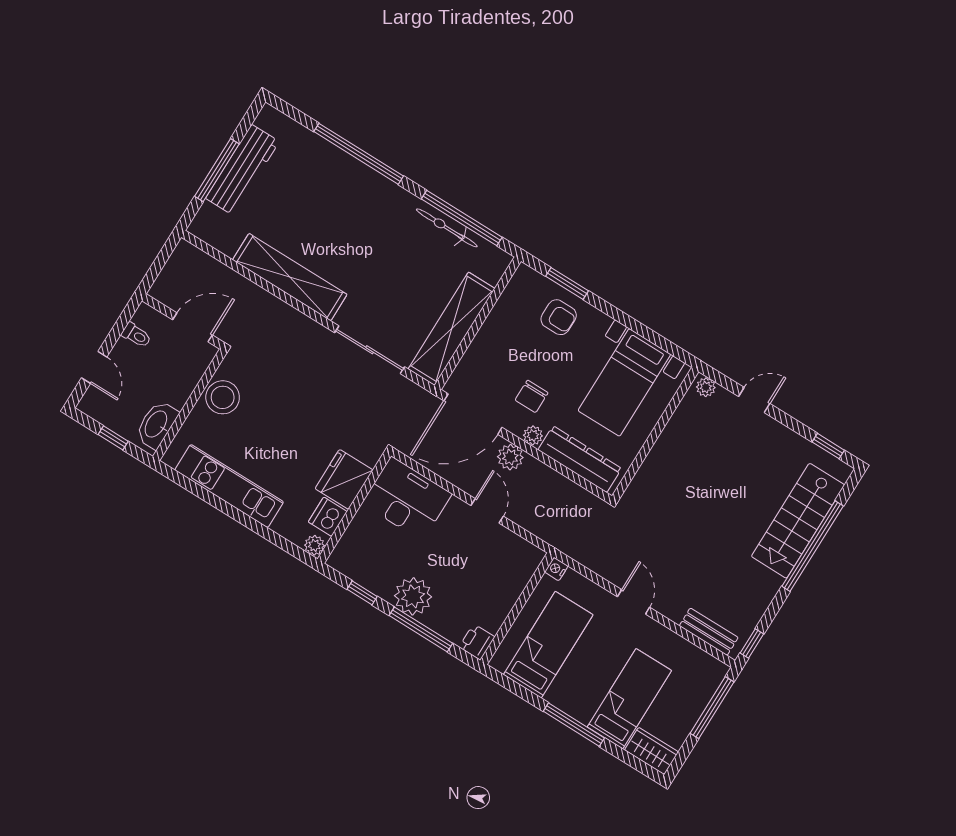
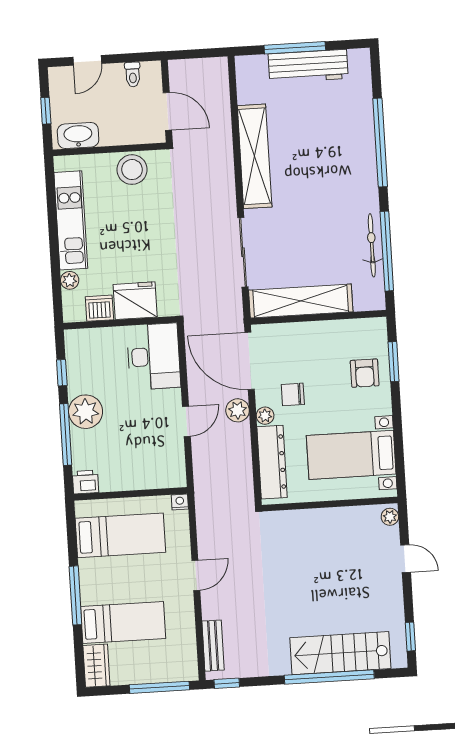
plant: (314, 545) -> (70, 280), moved

